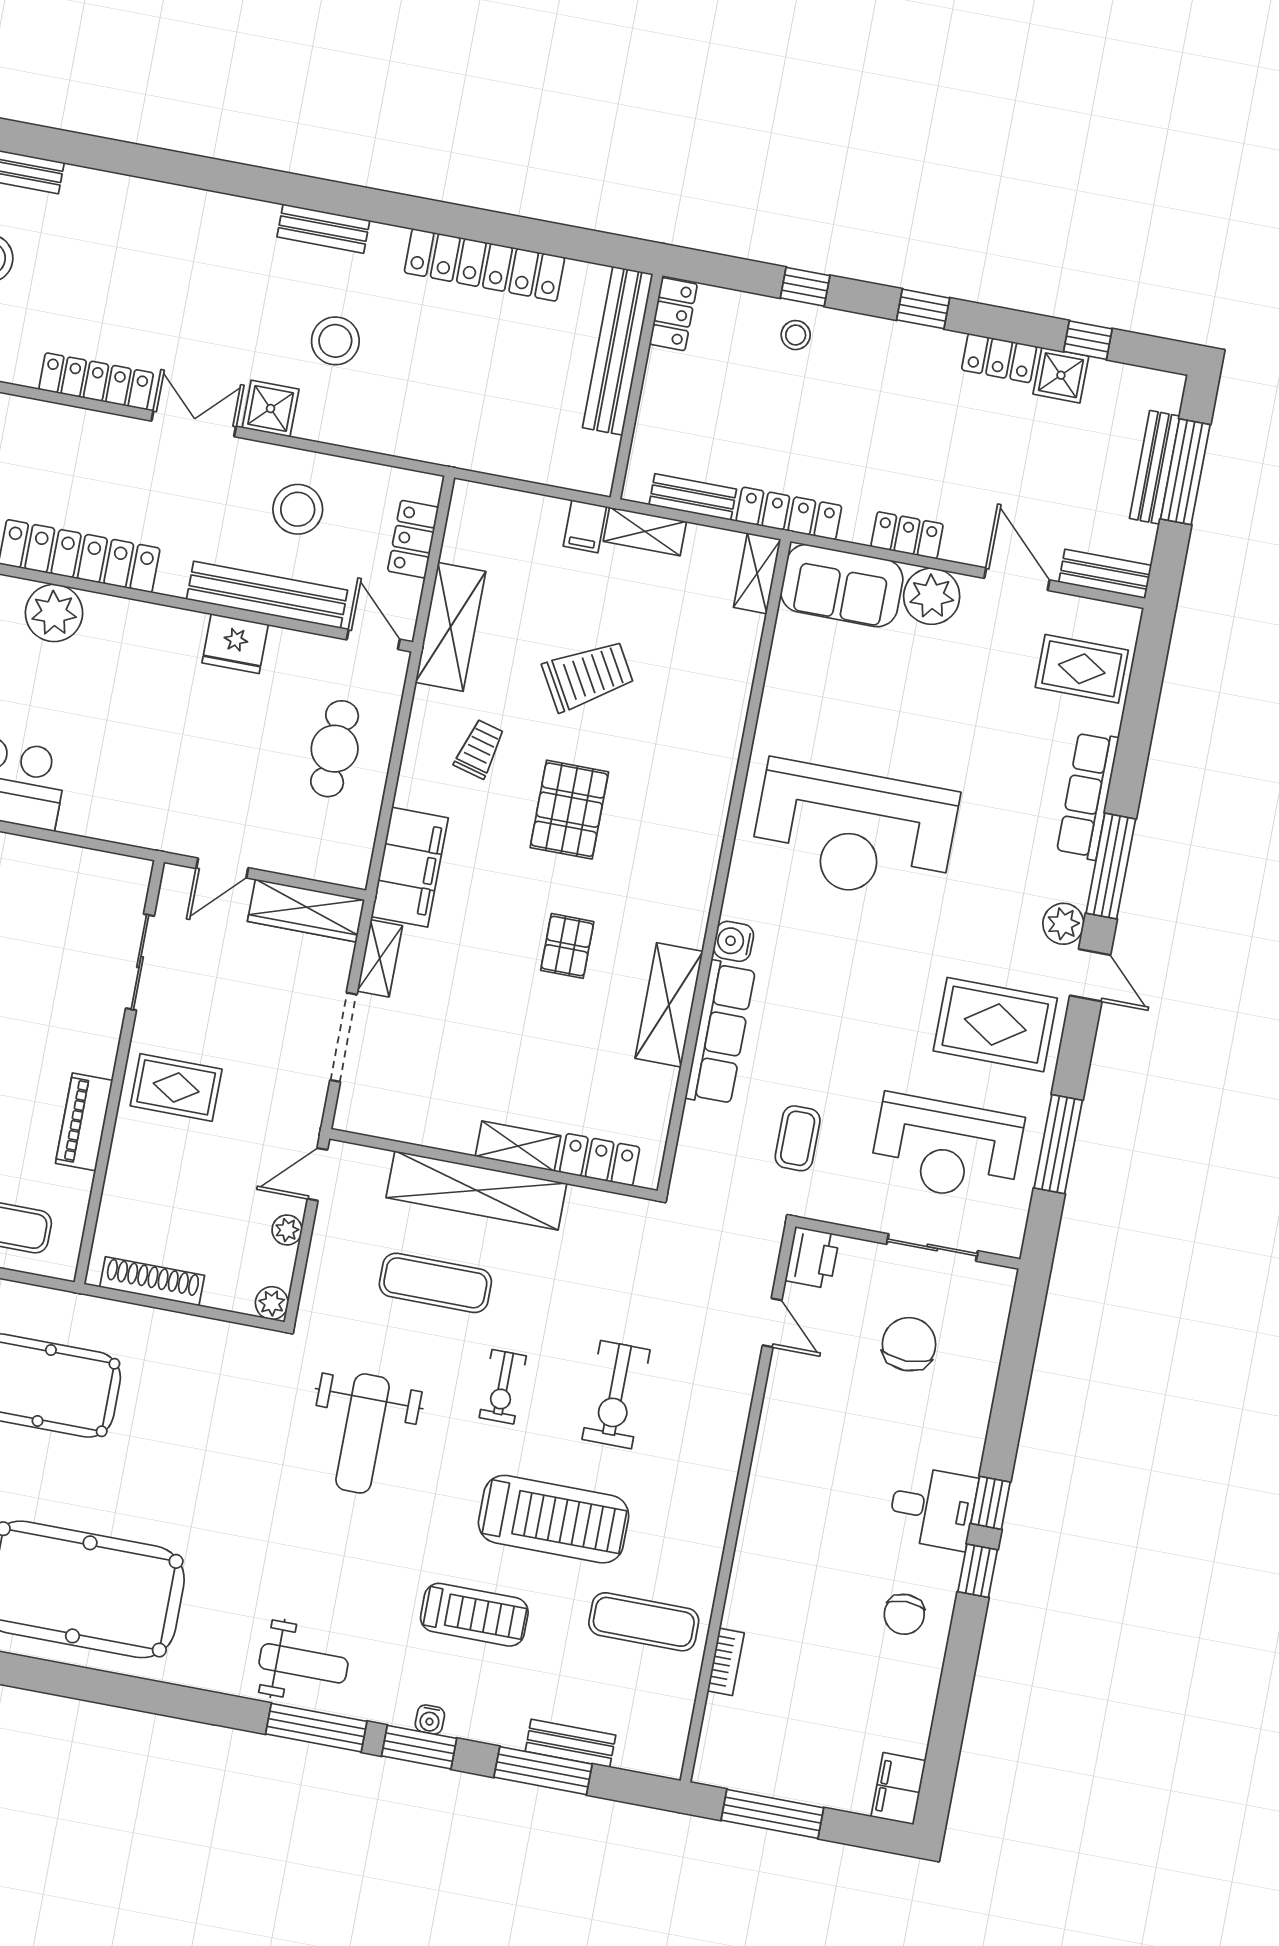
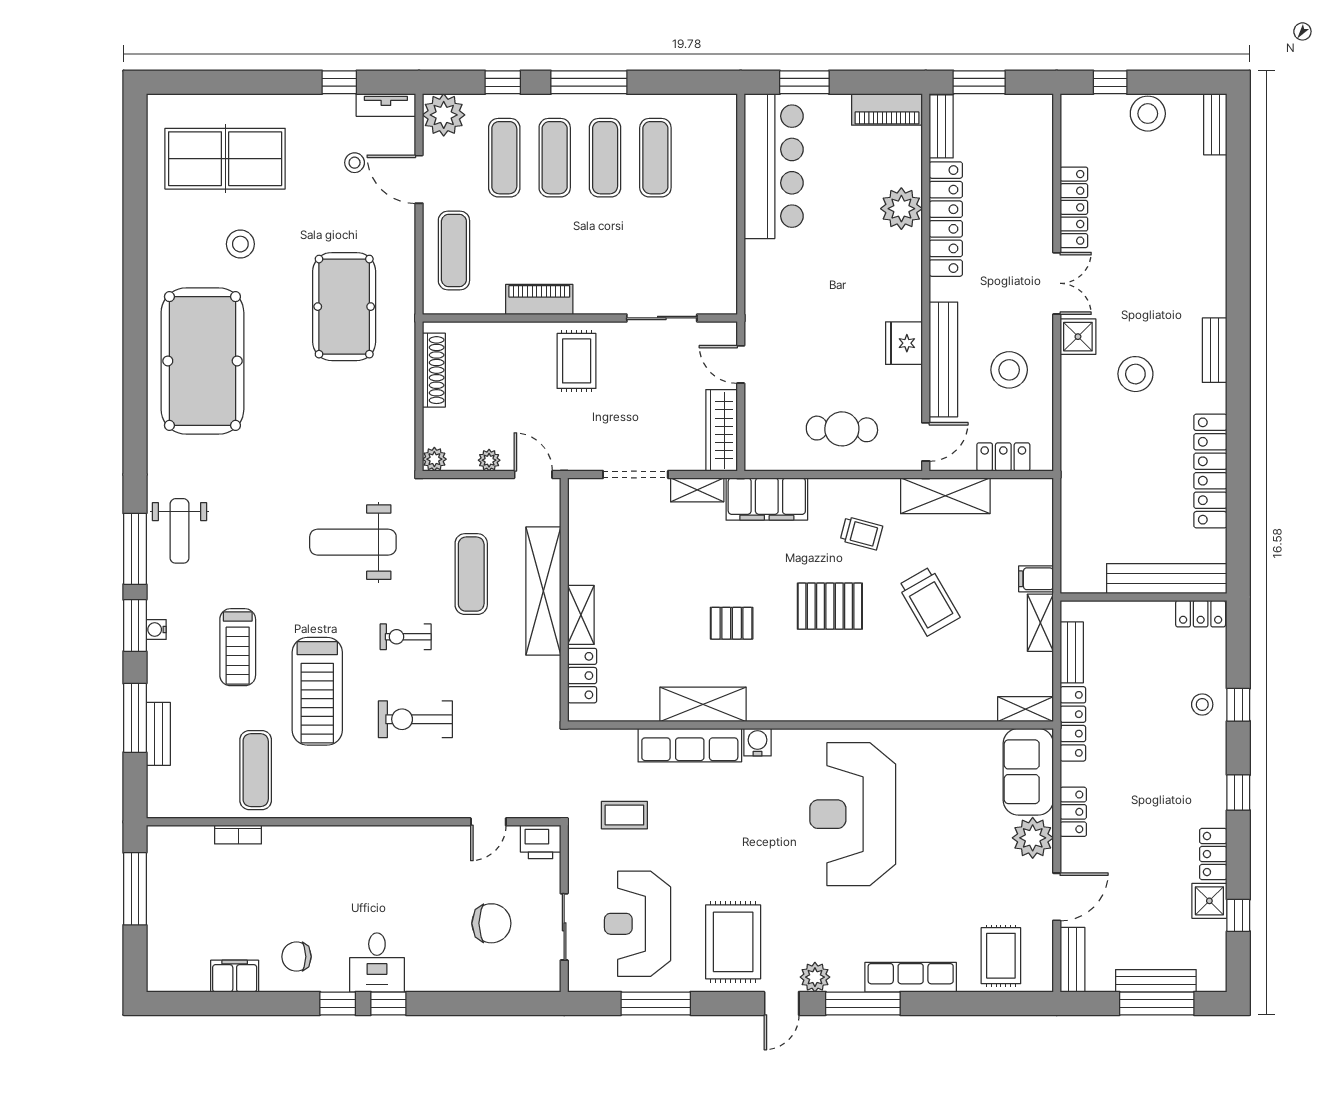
filing cabinet: (898, 1789) -> (235, 976), moved

